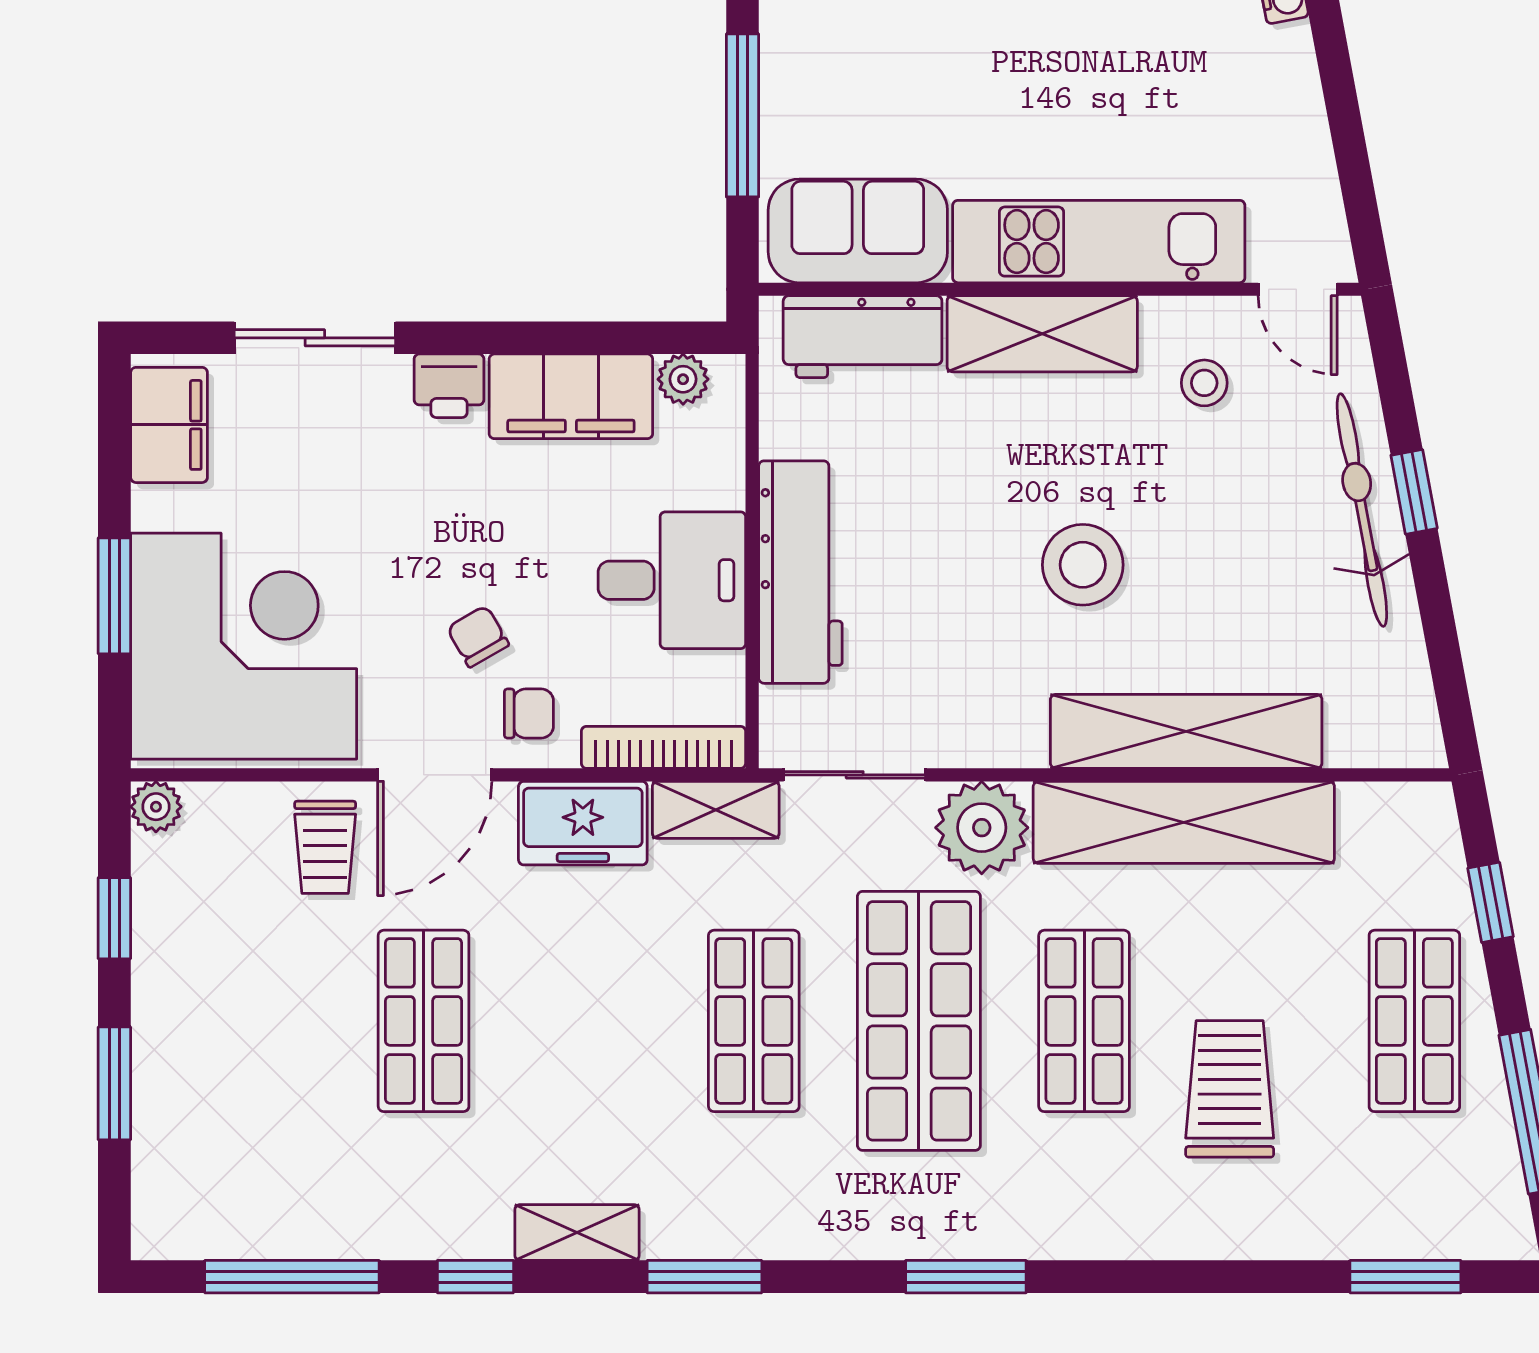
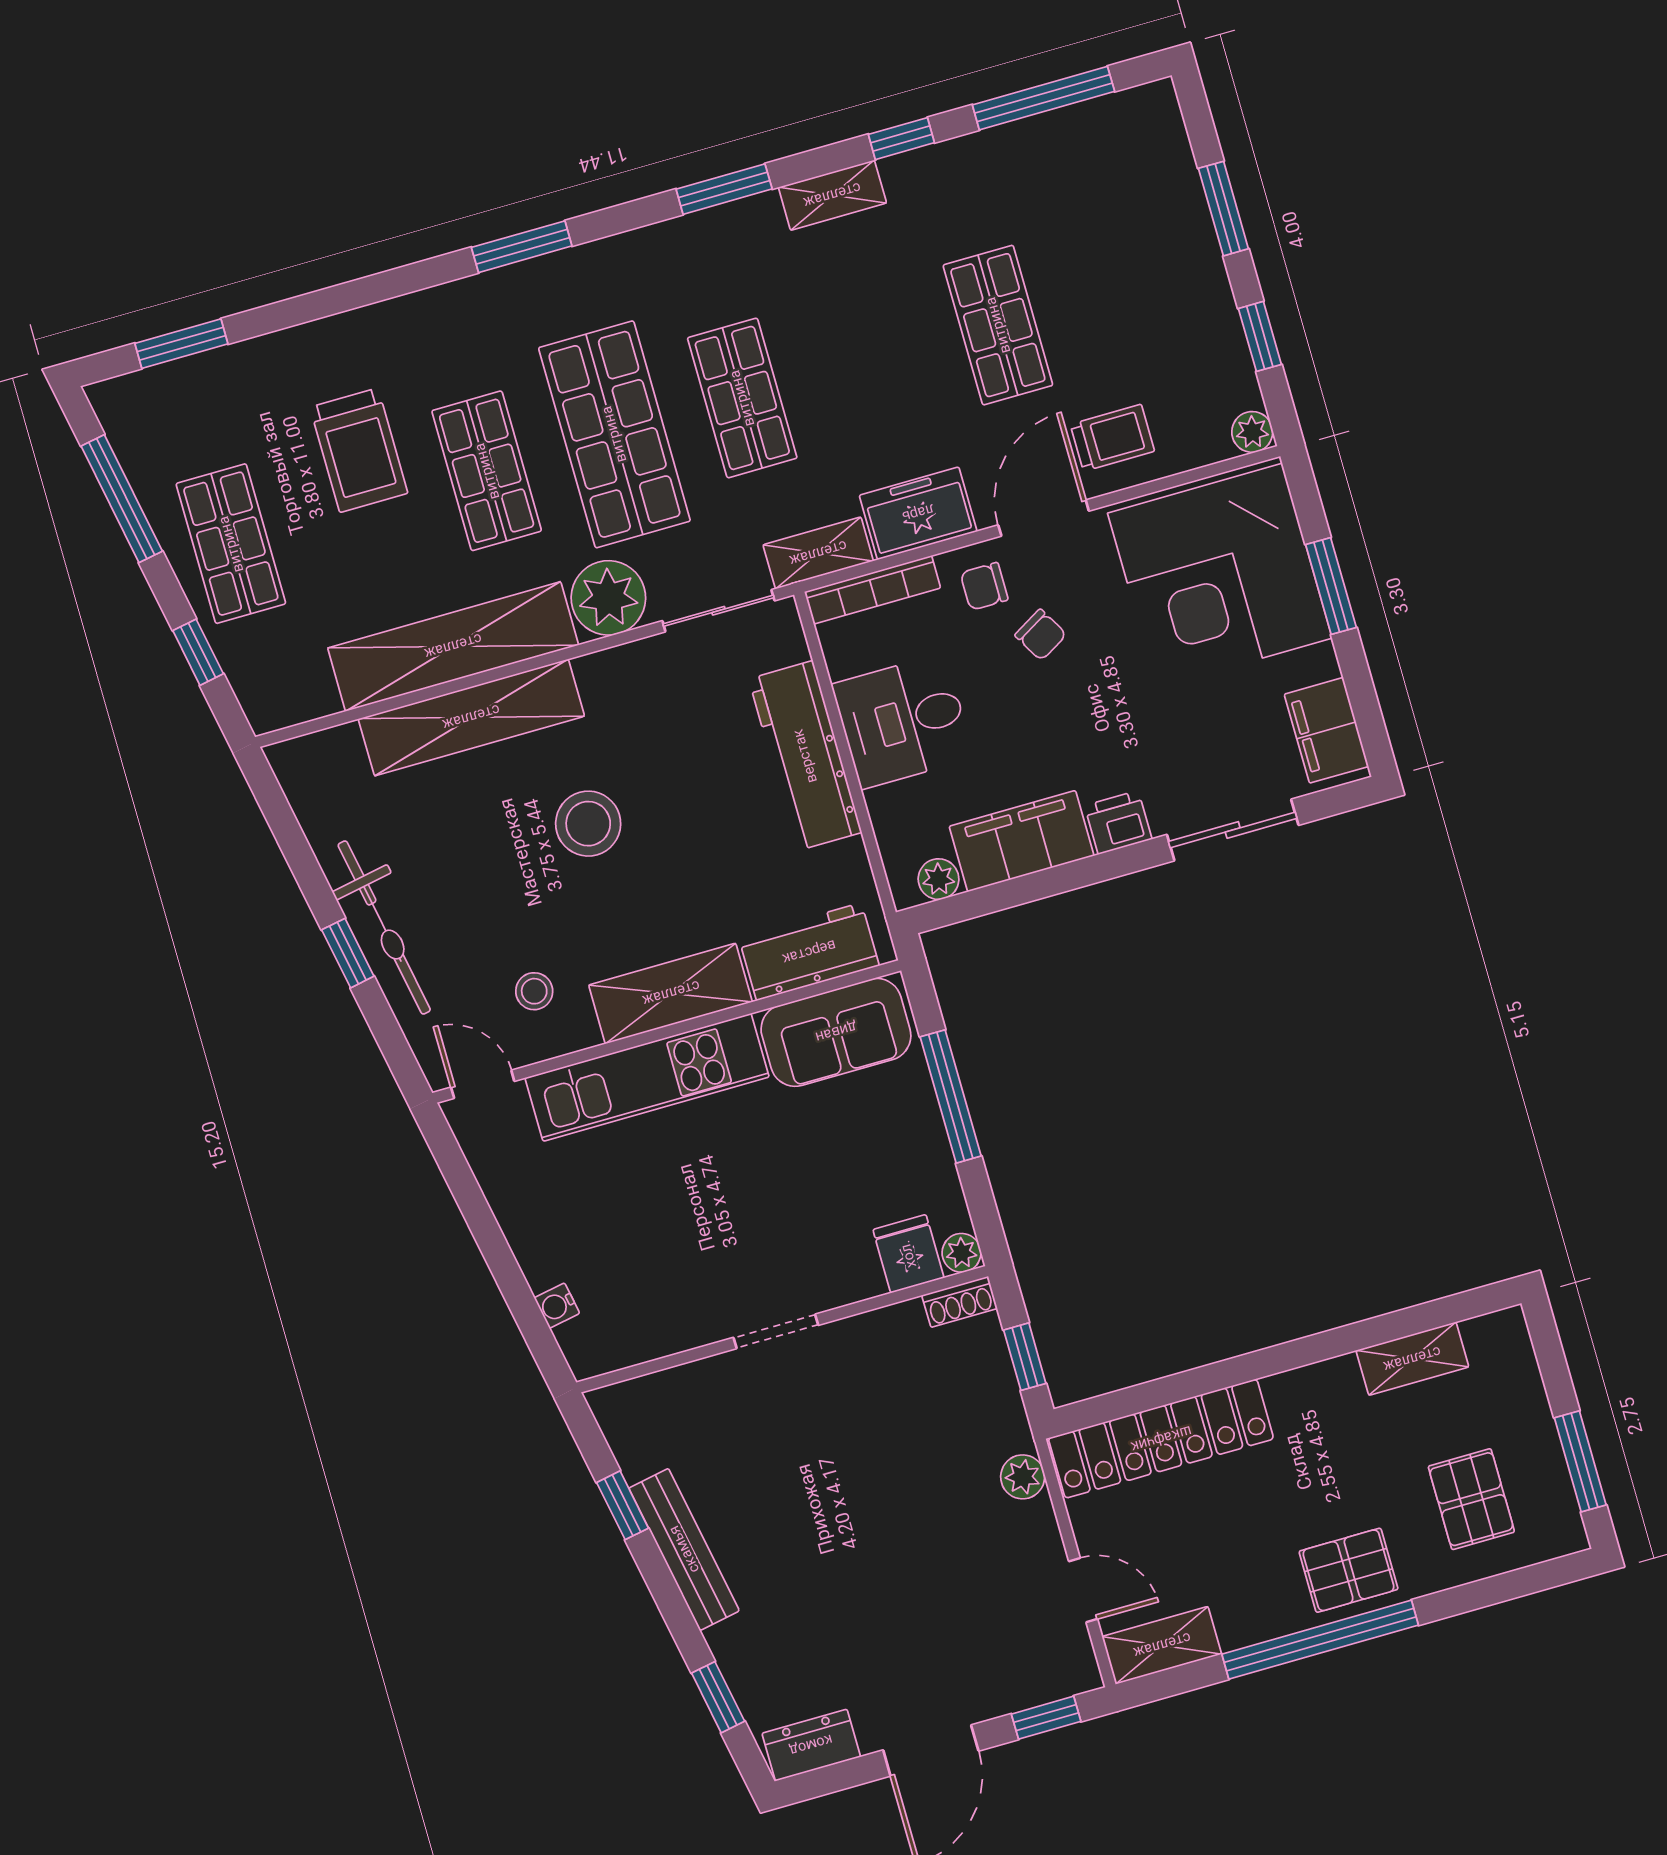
trolley: (325, 847) -> (1112, 438), turned 90

